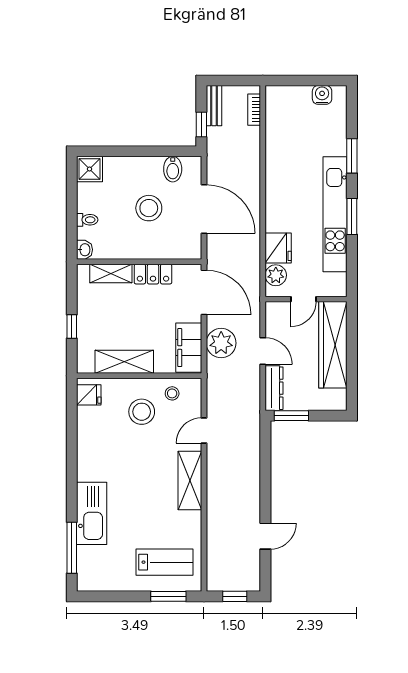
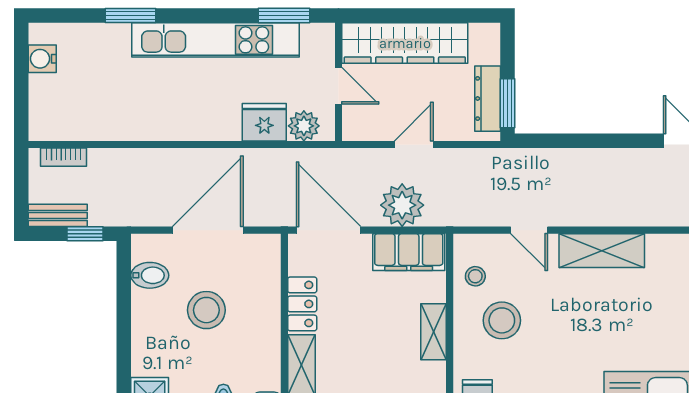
window: (352, 216) -> (284, 15), moved
door: (204, 292) -> (329, 230), hinge flipped
shelving: (124, 362) -> (434, 332), width x0.67, depth x0.75
dresser: (274, 388) -> (488, 99), moved, turned -90

